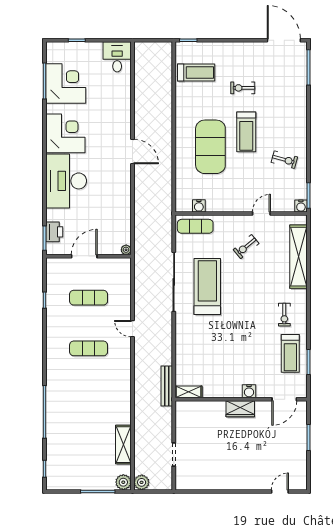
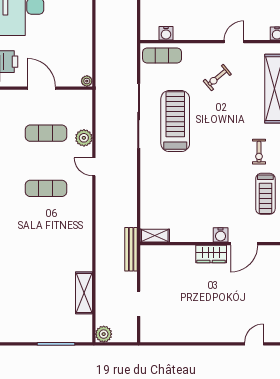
door: (84, 256) -> (41, 88), hinge flipped
bench: (167, 386) -> (131, 249), moved
door: (284, 399) -> (244, 244), moved
plant: (123, 482) -> (84, 138), moved

